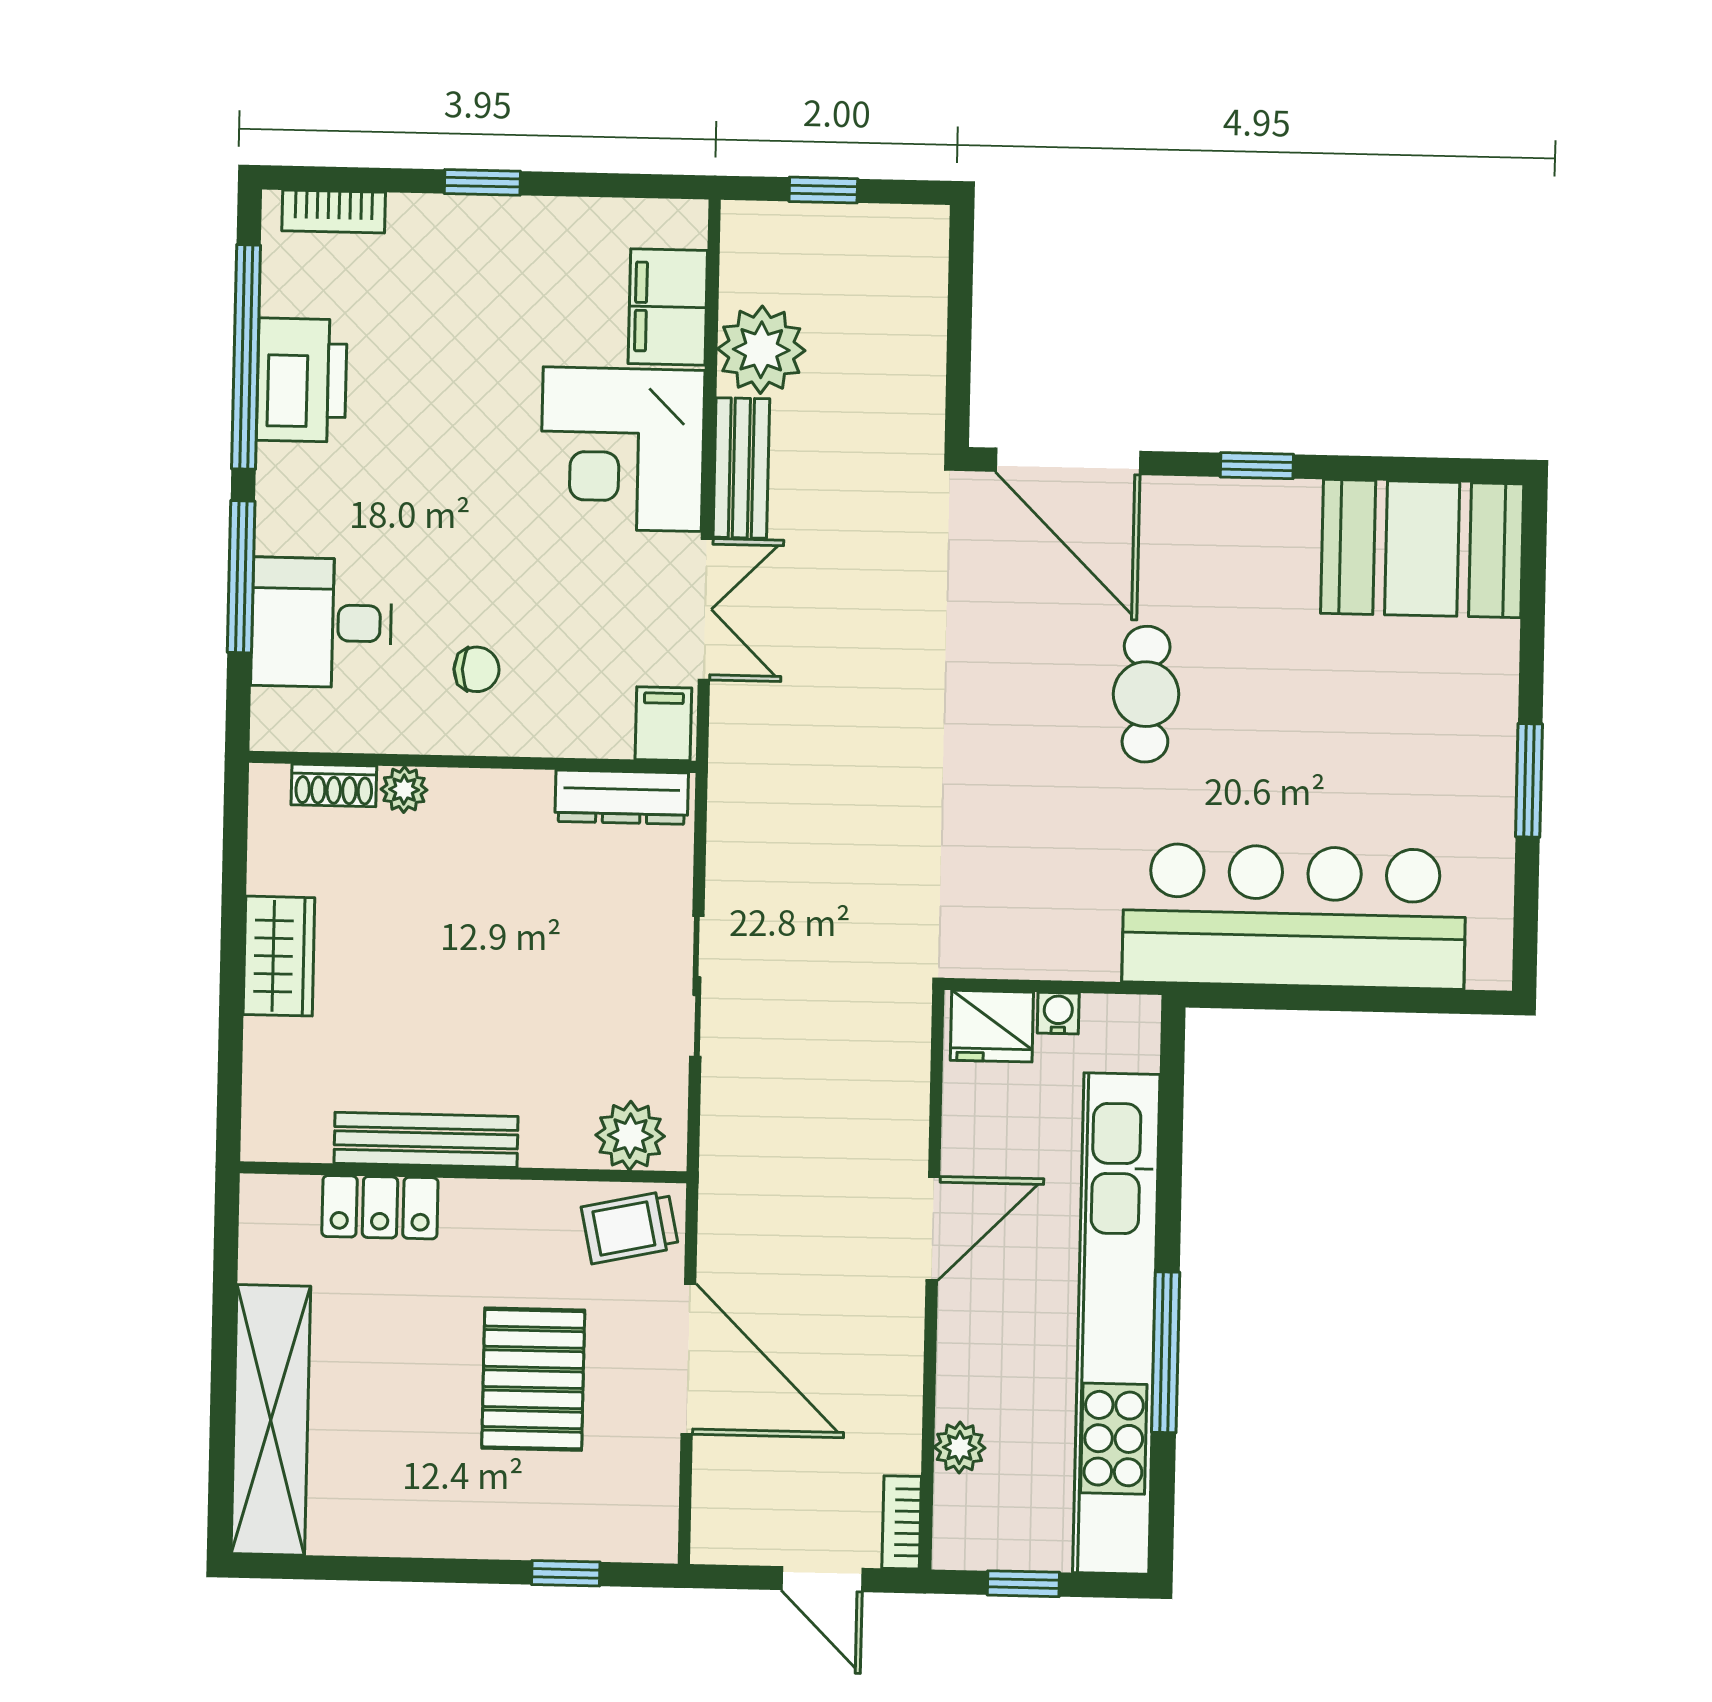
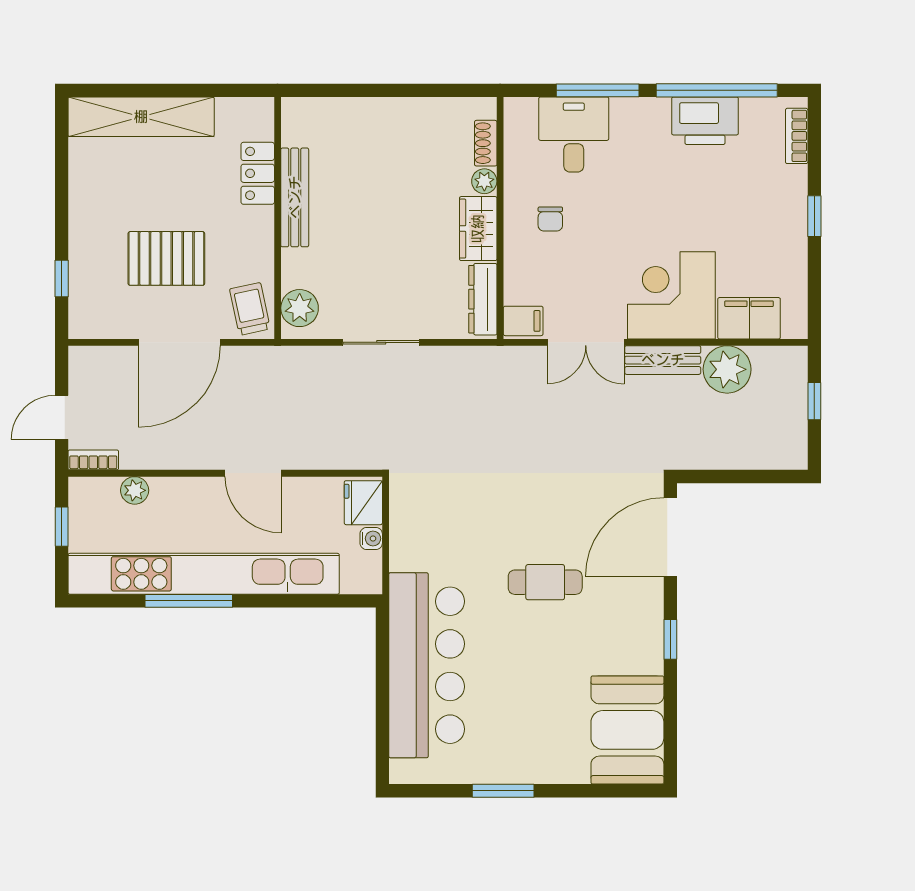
wardrobe: (279, 956) -> (478, 229), moved, turned 90

